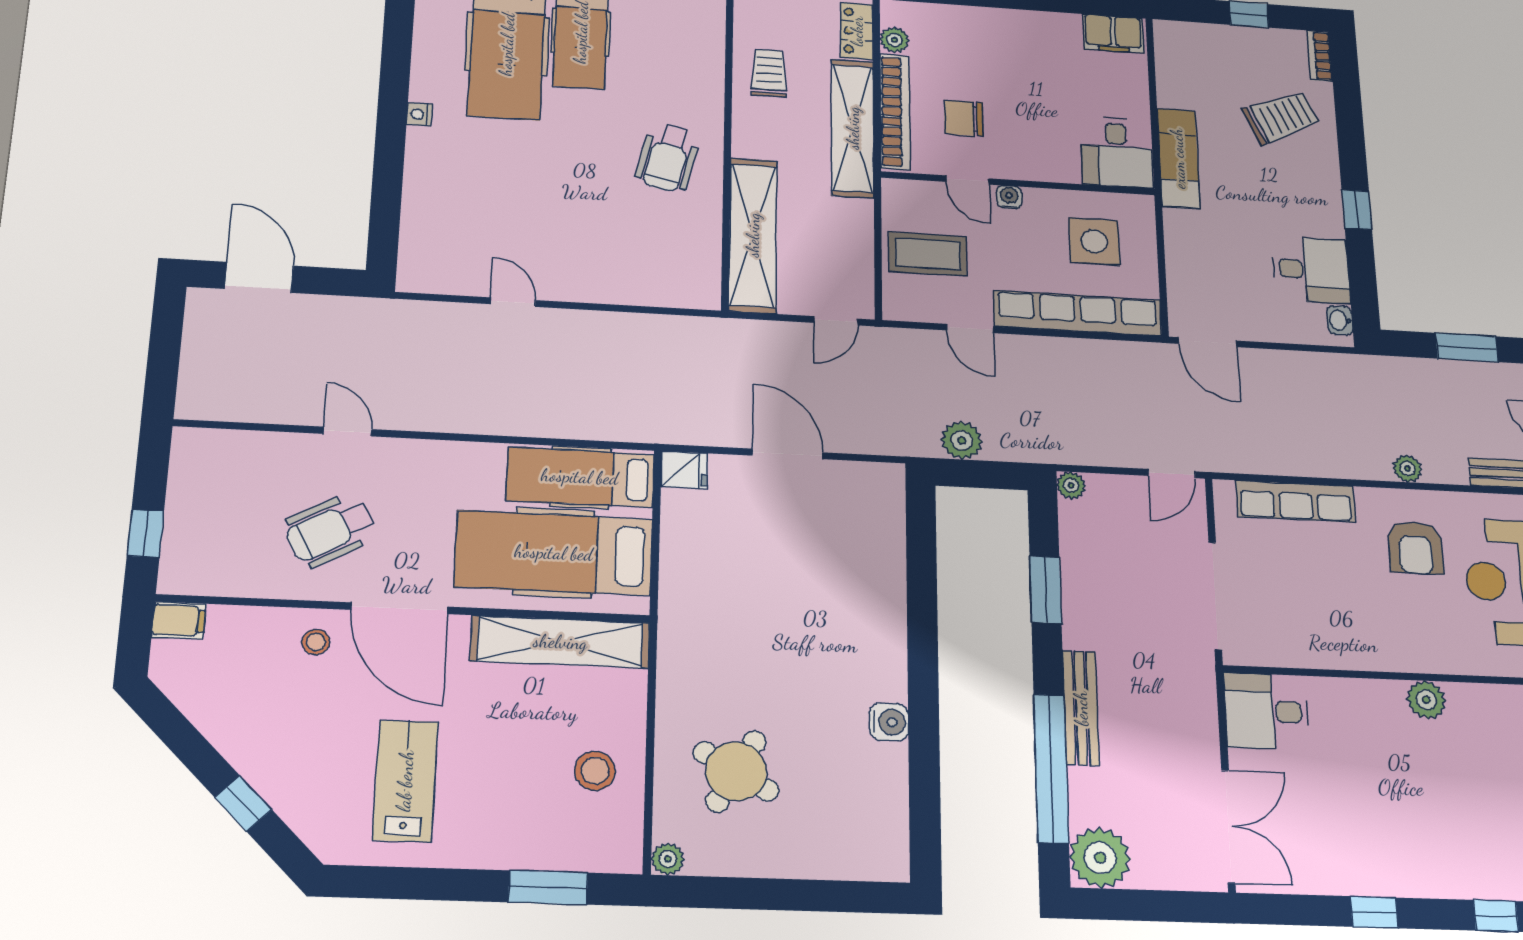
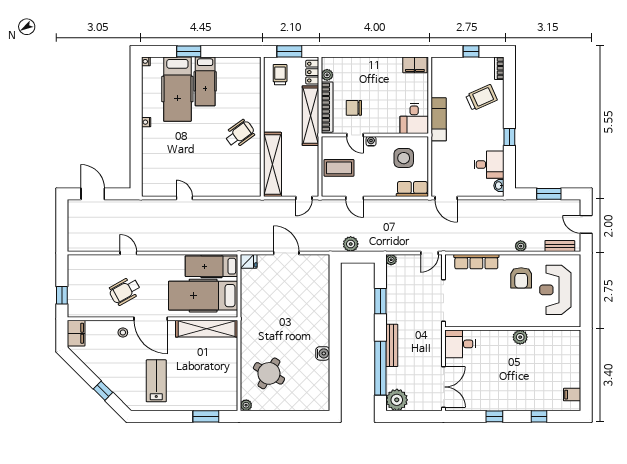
trolley: (769, 73) -> (280, 75), moved
wheelchair: (668, 158) -> (240, 134), turned -139
row of seats: (1078, 313) -> (412, 189), width x0.50
filing cabinet: (179, 620) -> (76, 333), width x2.00
stool: (595, 771) -> (220, 375), removed

